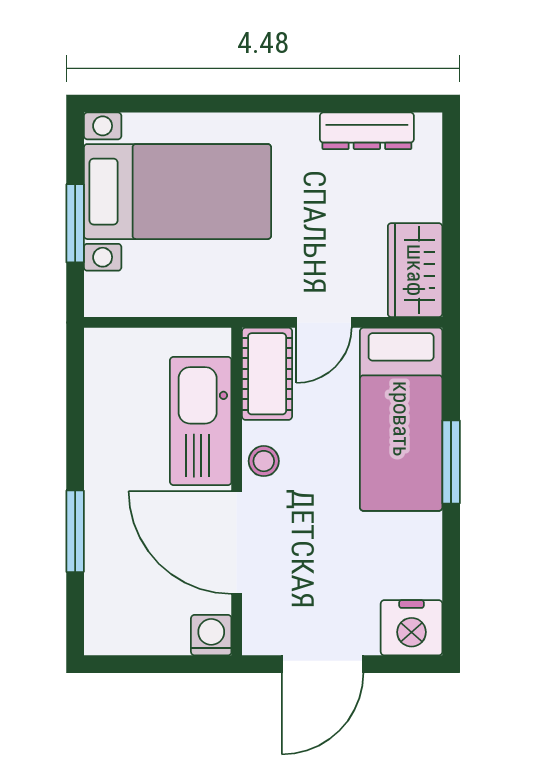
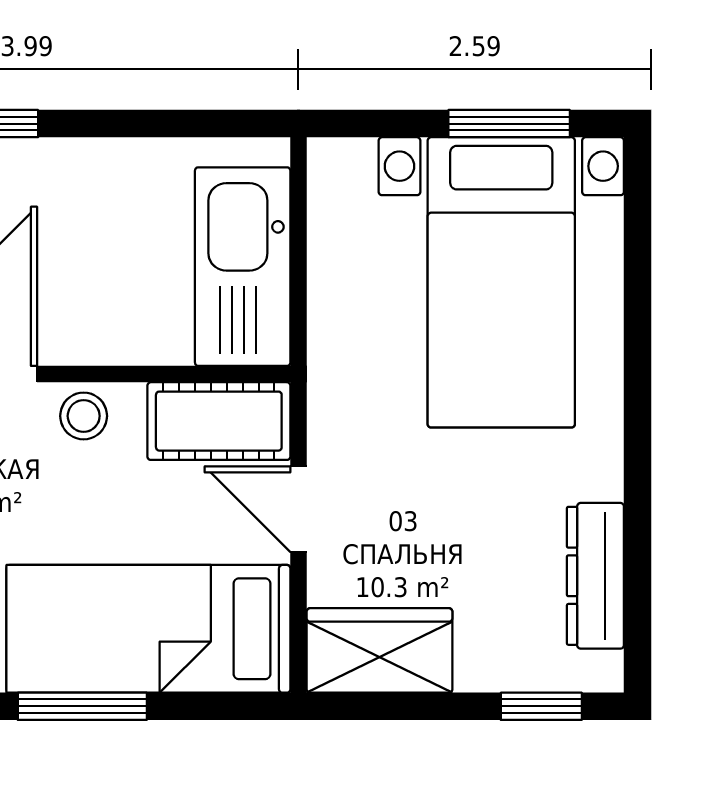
window: (451, 166) -> (541, 706), added
window: (75, 223) -> (509, 124), moved
kitchen sink: (201, 421) -> (243, 267), moved, turned -90

